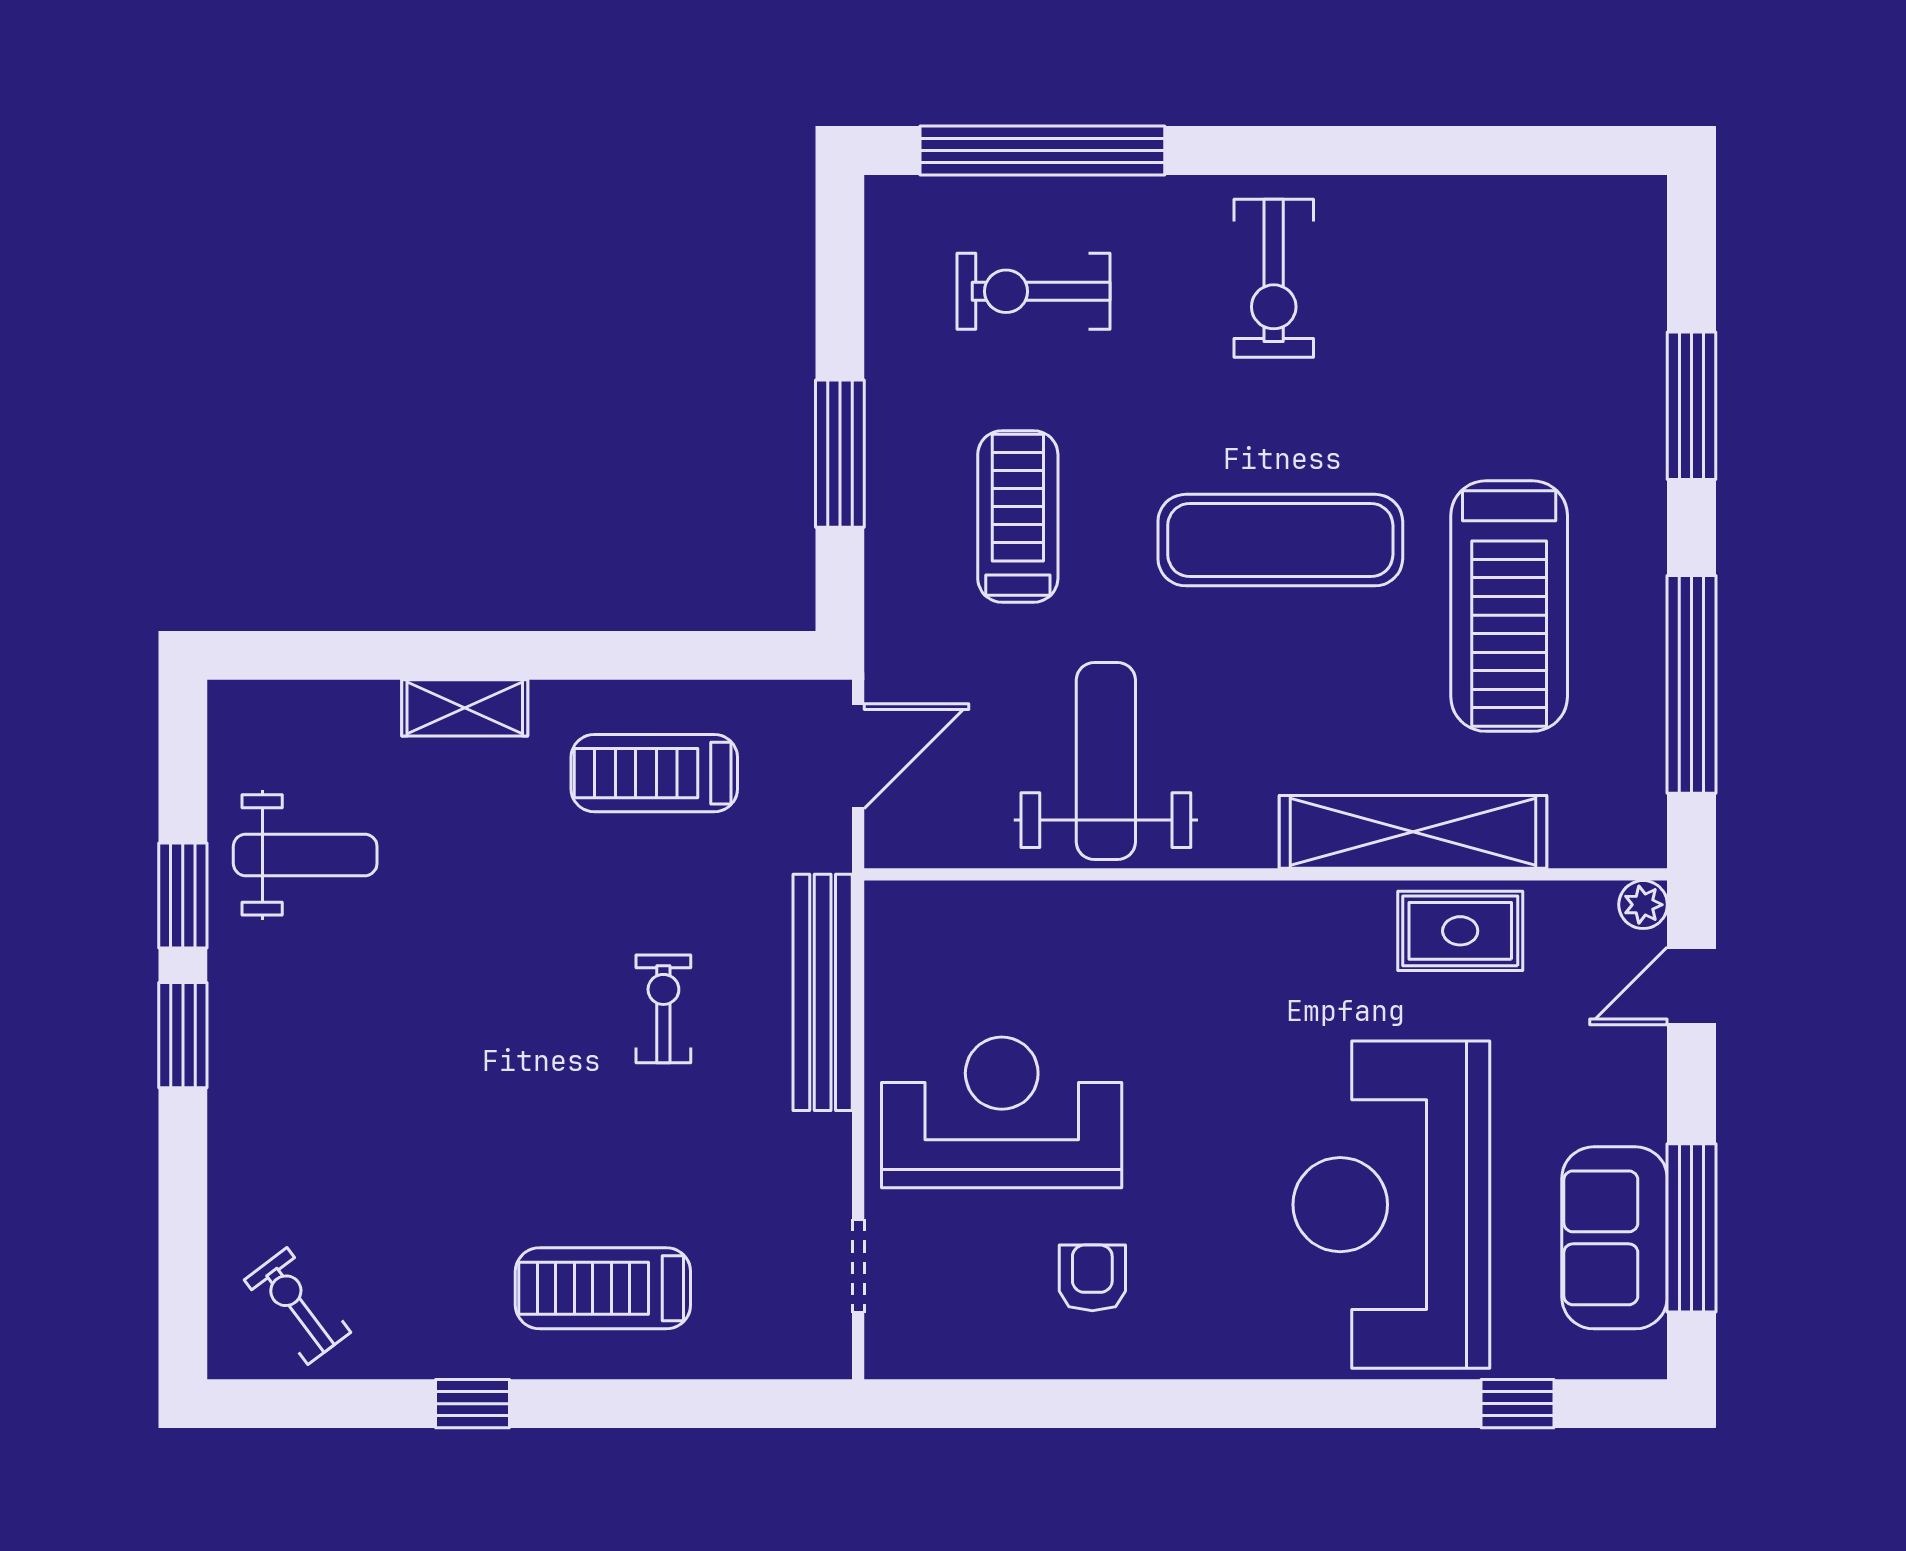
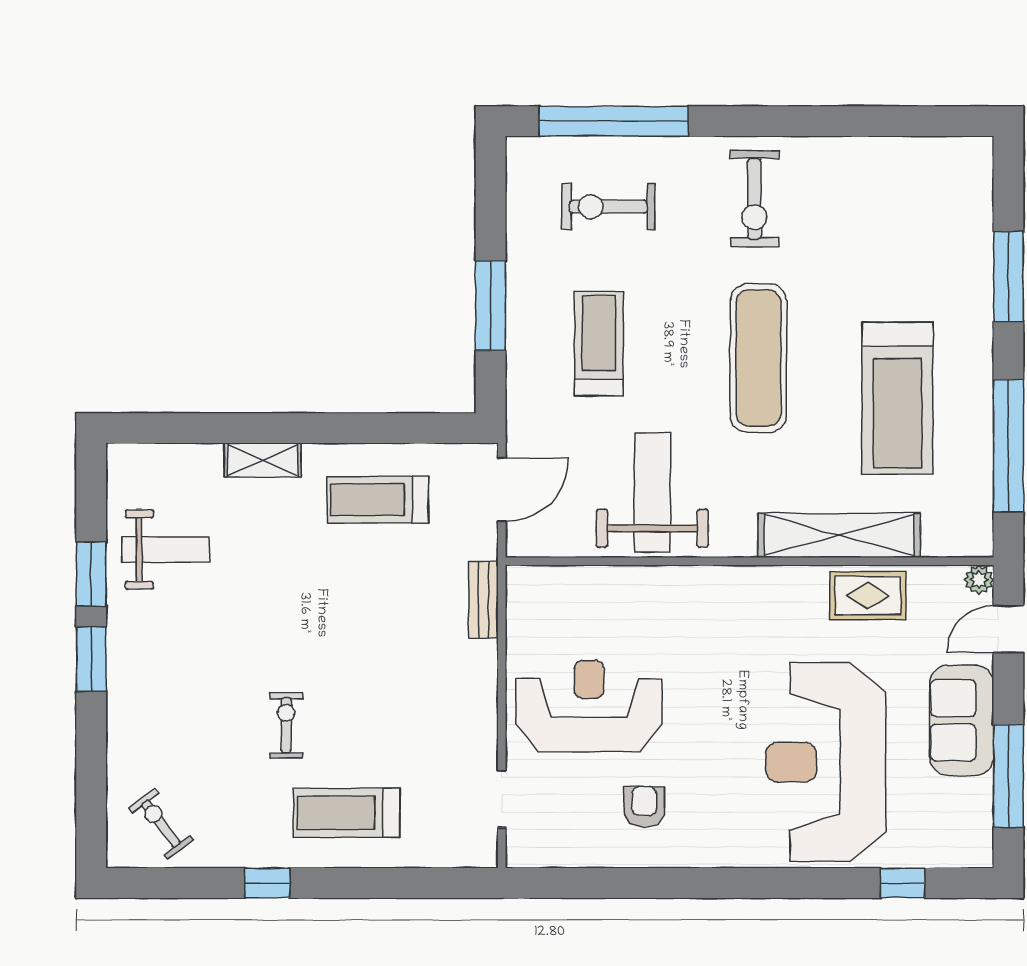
exercise mat: (1280, 540) -> (758, 358), turned 90
bench: (823, 992) -> (483, 600), width x0.54, depth x0.82
exercise bike: (663, 1009) -> (286, 725), moved
sofa: (1615, 1238) -> (962, 720), moved

